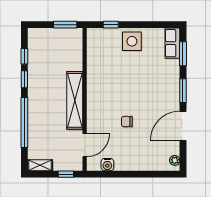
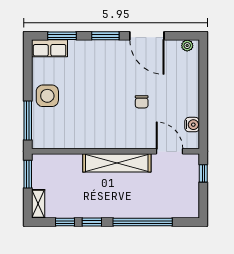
window: (111, 25) -> (28, 121), width x2.17
shelving: (40, 165) -> (38, 204), moved

